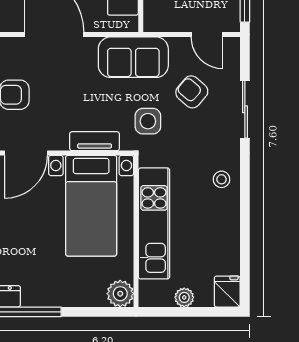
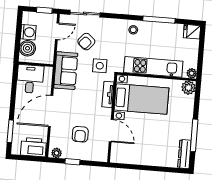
sliding door: (245, 109) -> (85, 14), moved
window: (245, 227) -> (159, 20), added
plant: (184, 297) -> (192, 73), moved

